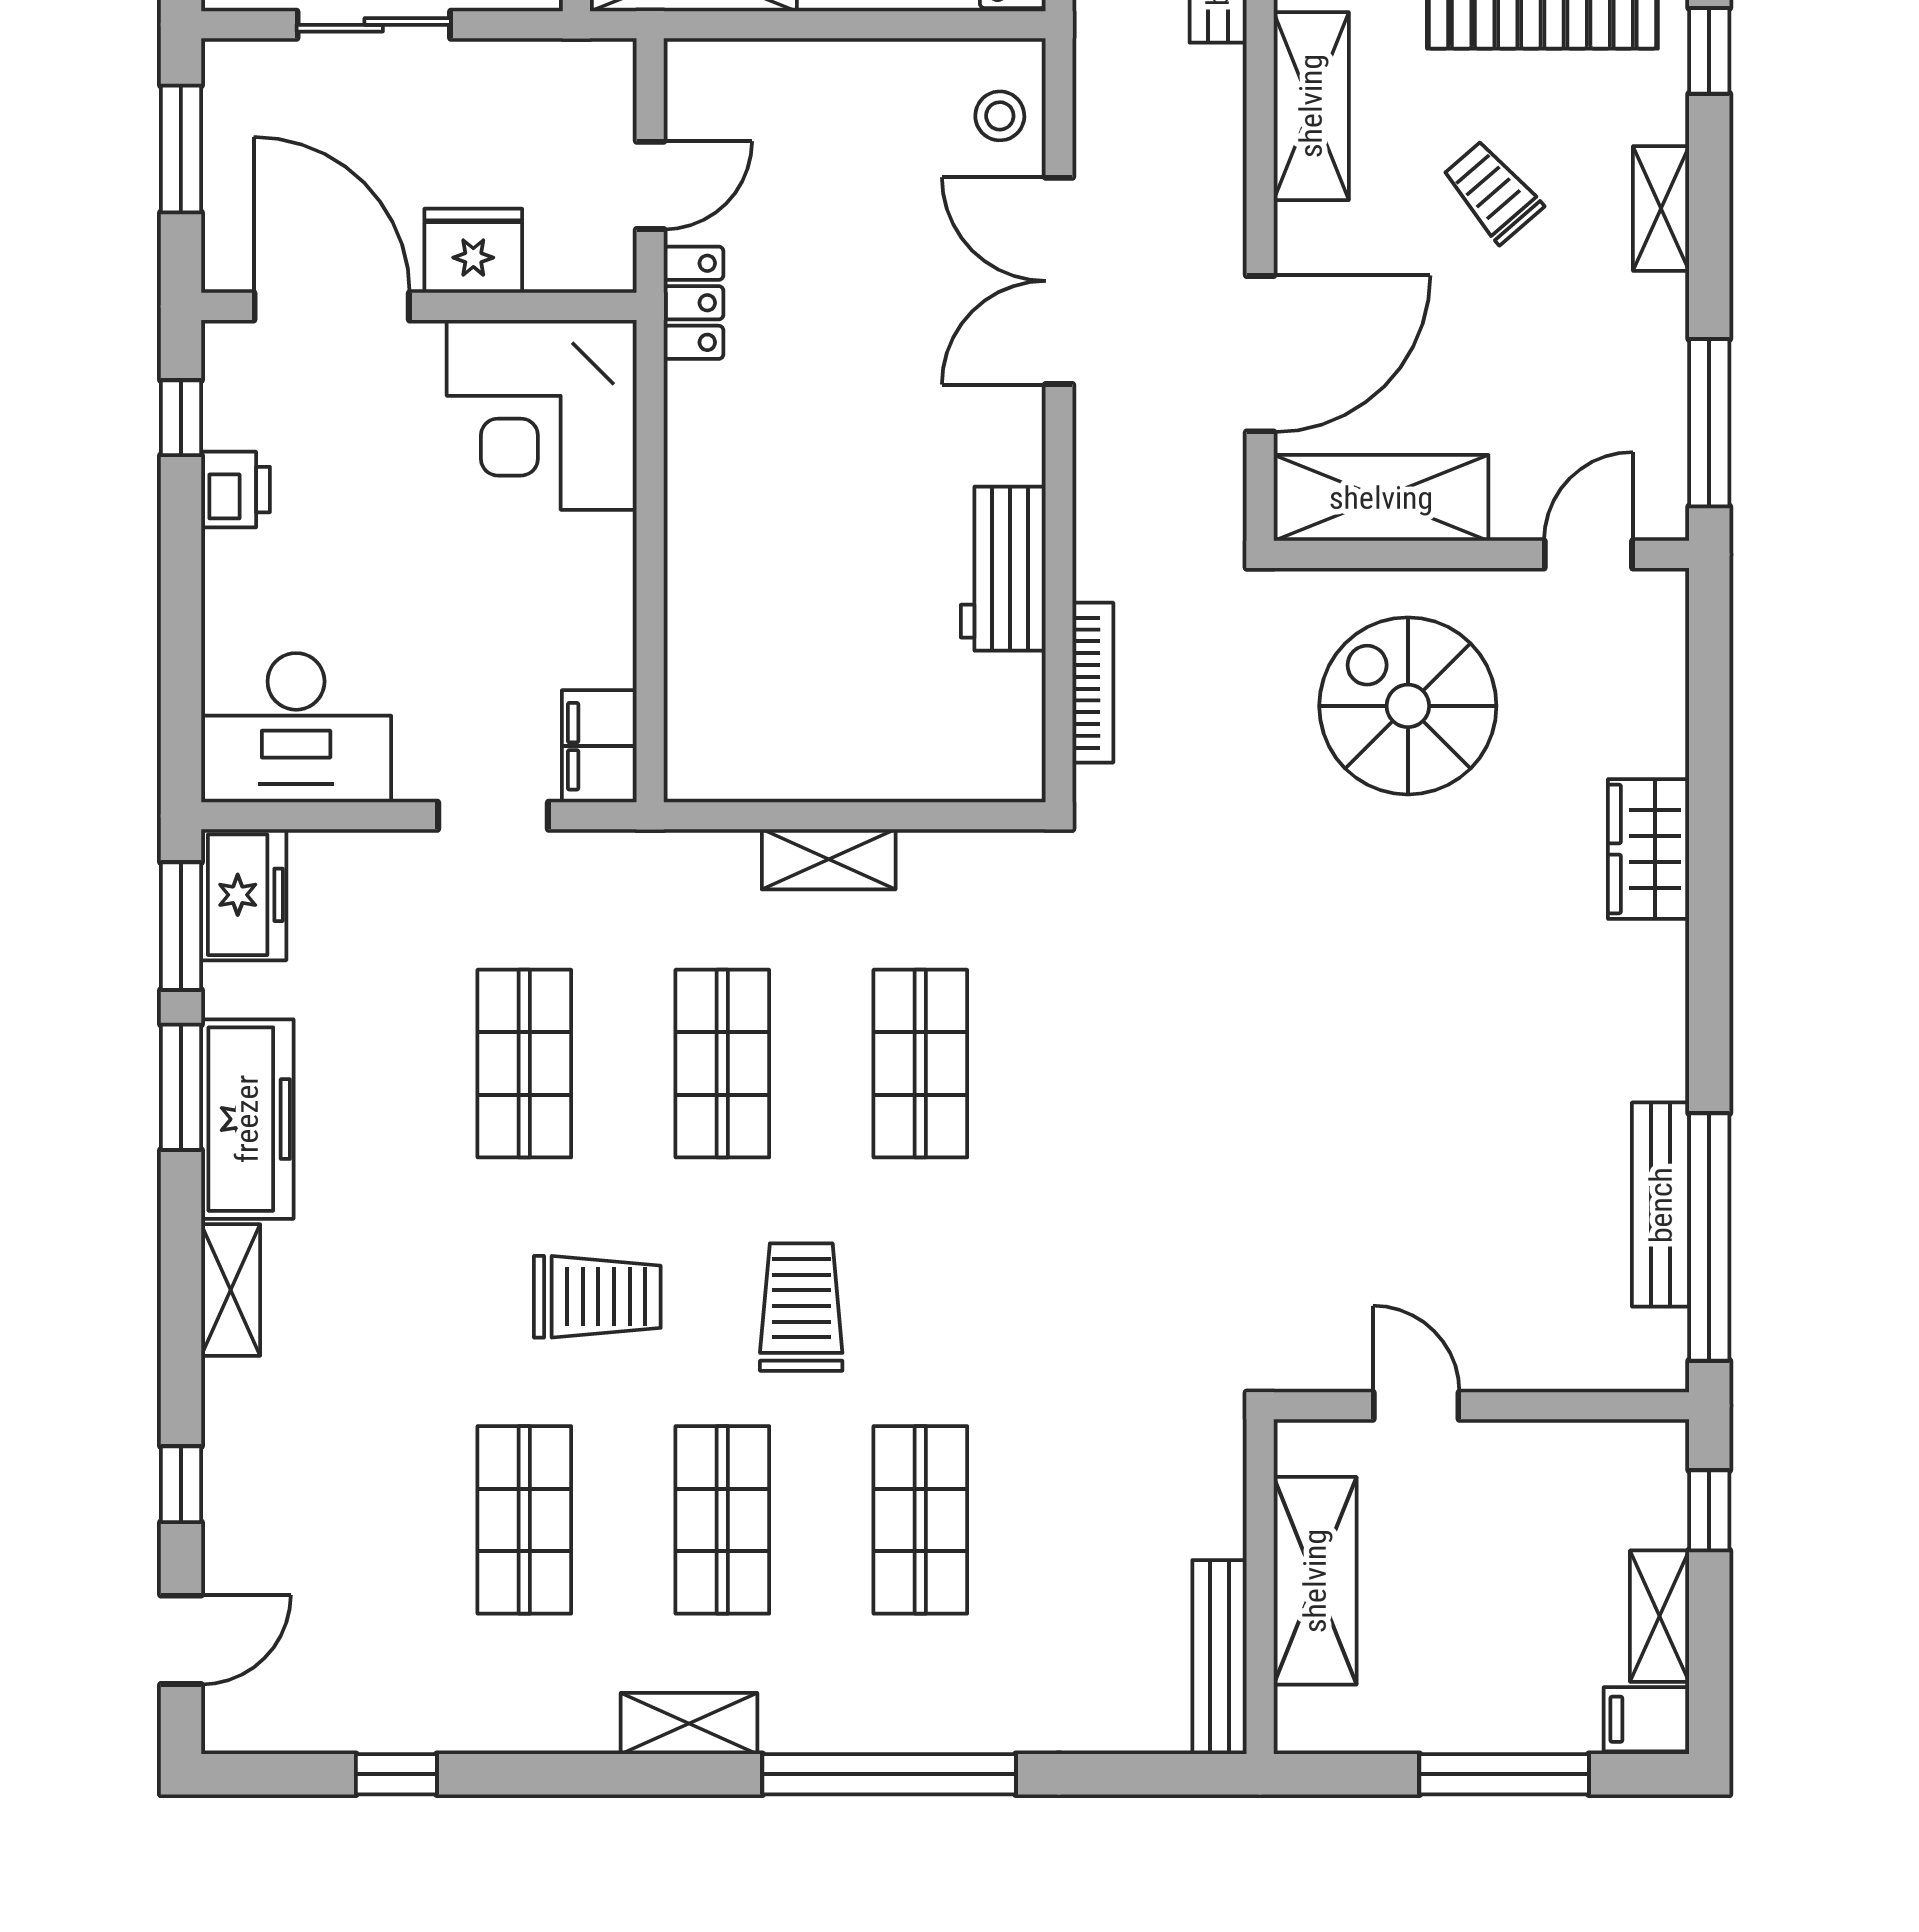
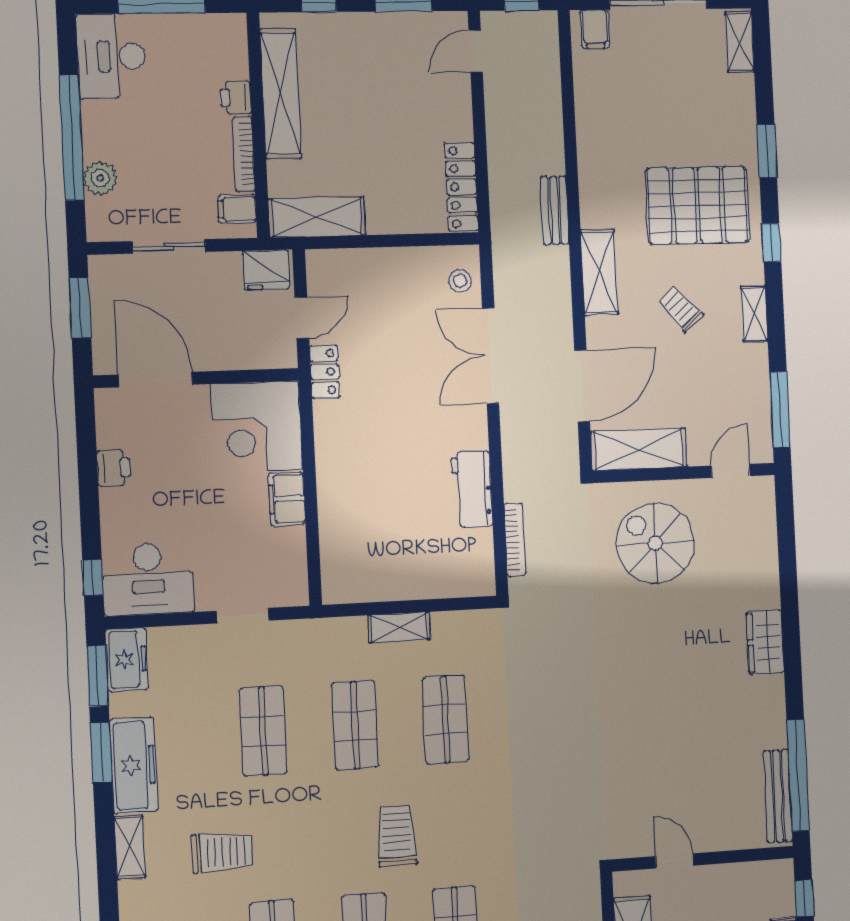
fridge: (473, 251) -> (266, 270), moved, turned 180
window: (181, 418) -> (93, 578), moved
filing cabinet: (599, 746) -> (287, 499), moved
wardrobe: (1649, 849) -> (765, 642), moved
bench: (1661, 1205) -> (778, 796), moved
trolley: (597, 1297) -> (222, 852), moved

